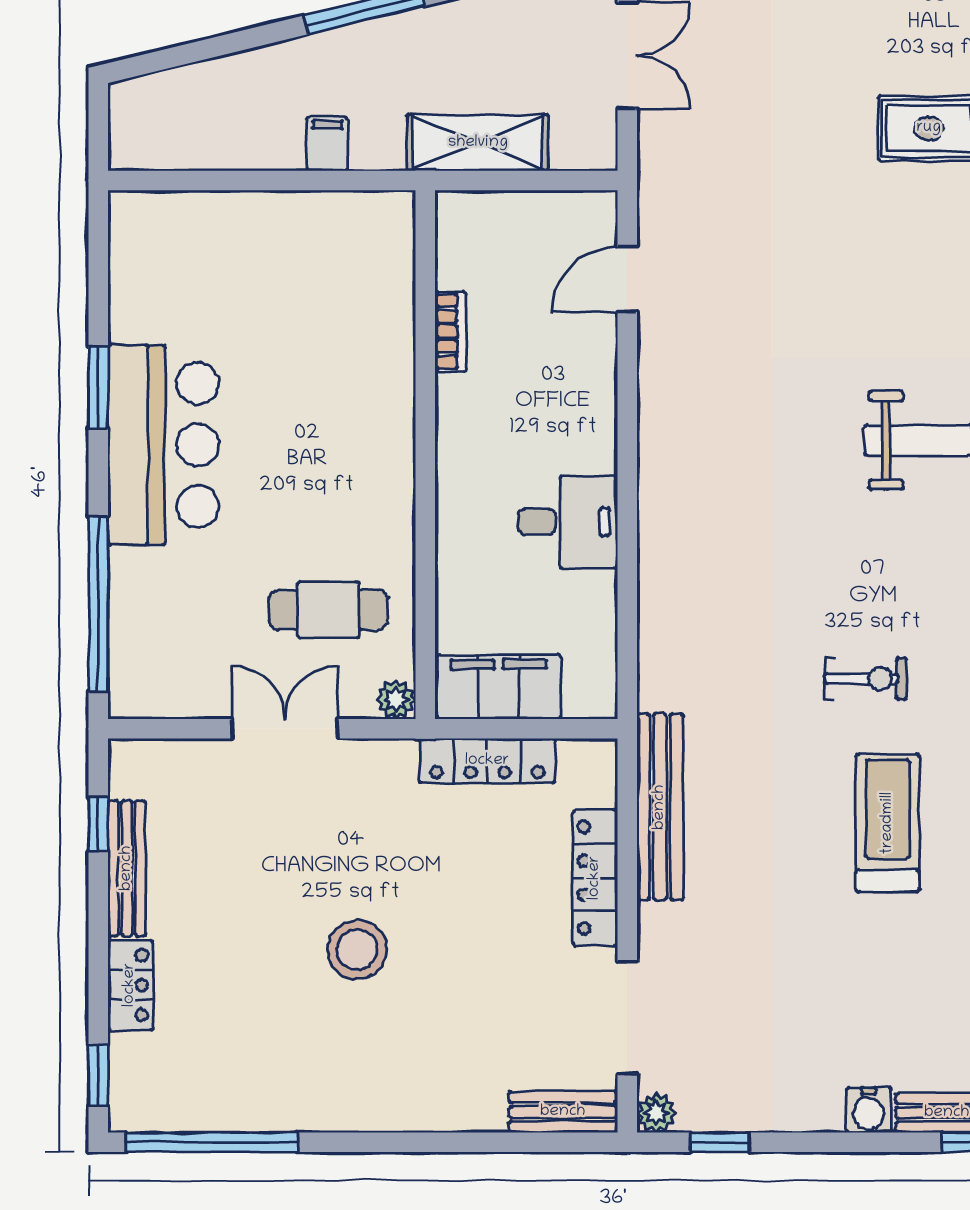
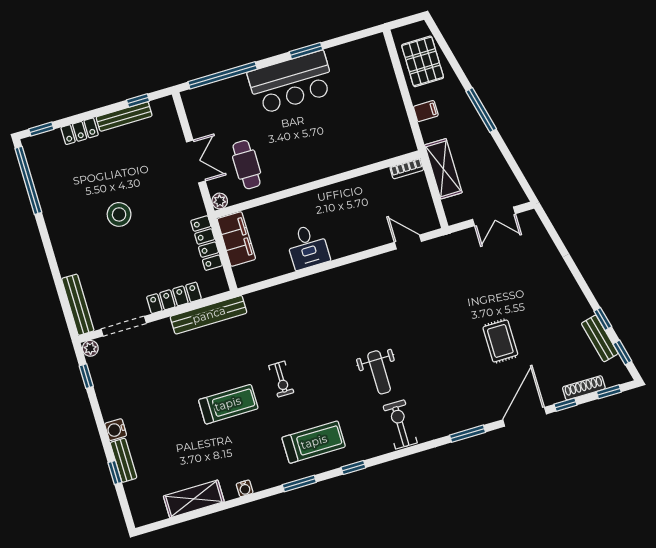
pallet: (206, 116) -> (423, 61), added
bookcase: (451, 331) -> (407, 168), moved
bench: (563, 1112) -> (78, 305), width x1.36

